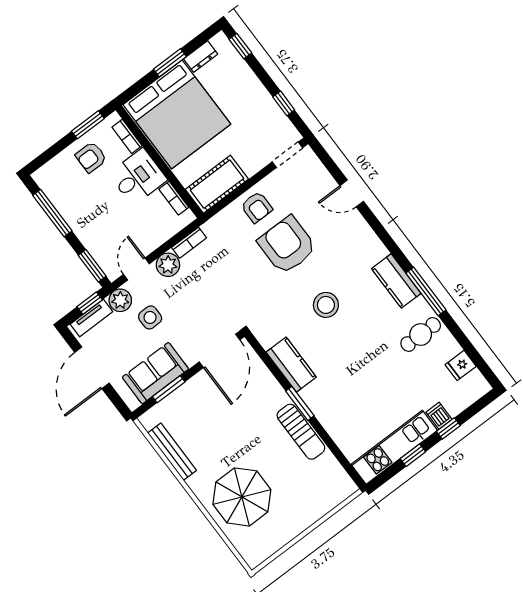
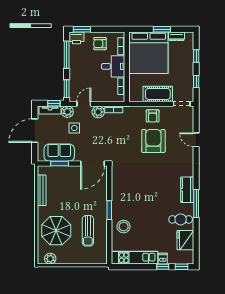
window: (240, 46) -> (196, 56), moved
window: (88, 125) -> (82, 29), moved
printer: (48, 176) -> (76, 38), added
cot: (217, 184) -> (158, 94), moved
stool: (326, 305) -> (124, 227), moved
kitchen counter: (291, 365) -> (118, 191), removed
fridge: (461, 365) -> (185, 240), width x1.88, depth x1.34
sun lounger: (301, 432) -> (88, 231), moved
window: (413, 455) -> (181, 267), moved
plant: (265, 547) -> (50, 259), added

